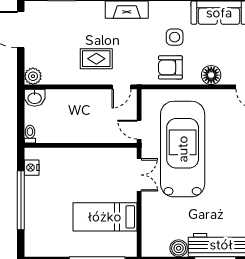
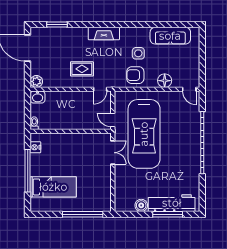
car: (183, 149) -> (144, 134), turned 180
bed: (105, 217) -> (53, 187), moved, turned 180

